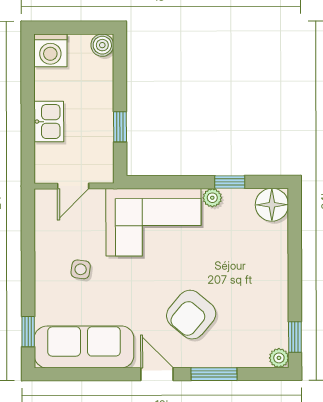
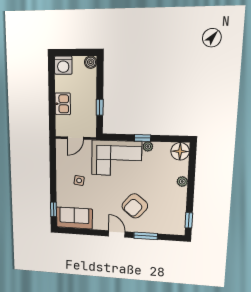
window: (230, 182) -> (143, 138), moved
sofa: (84, 347) -> (74, 218), width x0.73
plant: (279, 358) -> (182, 182), moved

